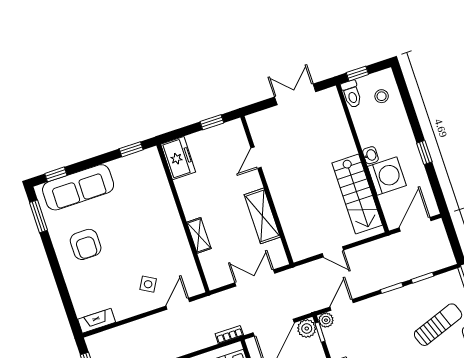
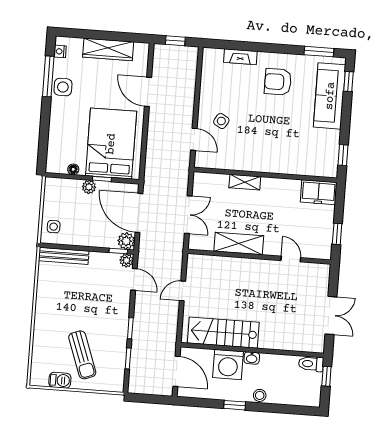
stool: (382, 96) -> (260, 395), moved
fireplace: (97, 321) -> (240, 57), moved, turned 90
bookcase: (229, 335) -> (149, 172), removed

